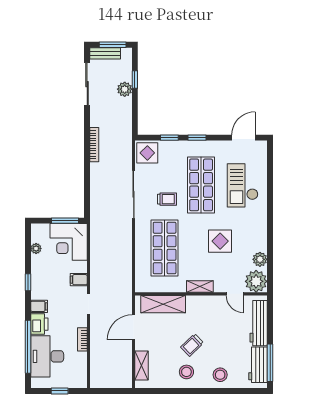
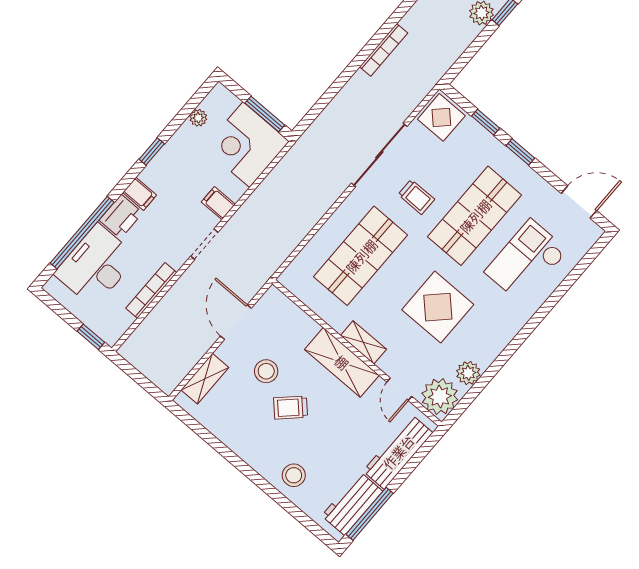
display table: (220, 241) -> (438, 307), width x1.36, depth x1.36
shelving: (163, 304) -> (342, 362), moved
door: (134, 327) -> (236, 322), hinge flipped
bookcase: (82, 339) -> (151, 291), width x1.56
stool: (186, 372) -> (266, 371), moved
window: (60, 391) -> (91, 337), moved

